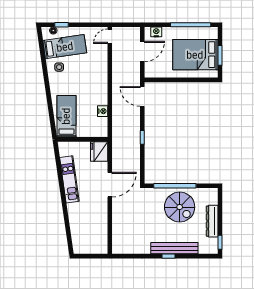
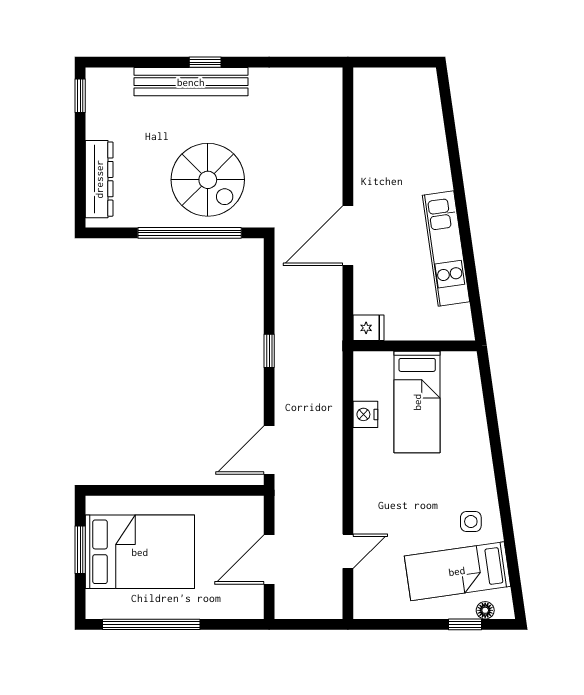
nightstand: (156, 32) -> (235, 607), removed
door: (110, 36) -> (348, 551), moved
door: (142, 96) -> (269, 450), swing flipped
bed: (66, 116) -> (417, 402), moved
fridge: (99, 151) -> (369, 328), width x0.53, depth x0.75
spiral stairs: (180, 207) -> (208, 180), moved, turned 180
dresser: (212, 221) -> (99, 179), moved

